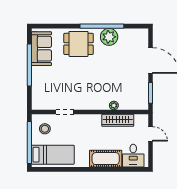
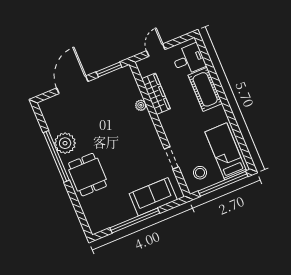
sofa: (41, 49) -> (153, 197), moved

